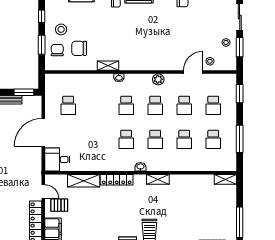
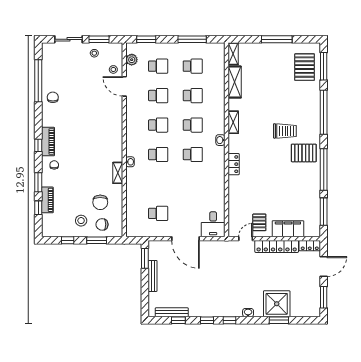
plant: (158, 79) -> (132, 60), moved
locker: (117, 180) -> (234, 164), width x0.66
shelving: (84, 181) -> (235, 82), moved

